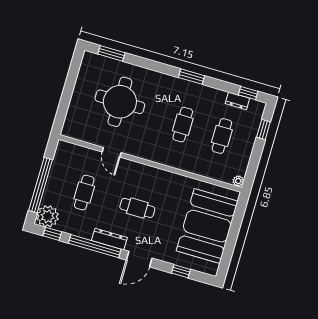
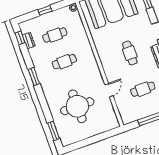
window: (263, 130) -> (45, 10), moved

